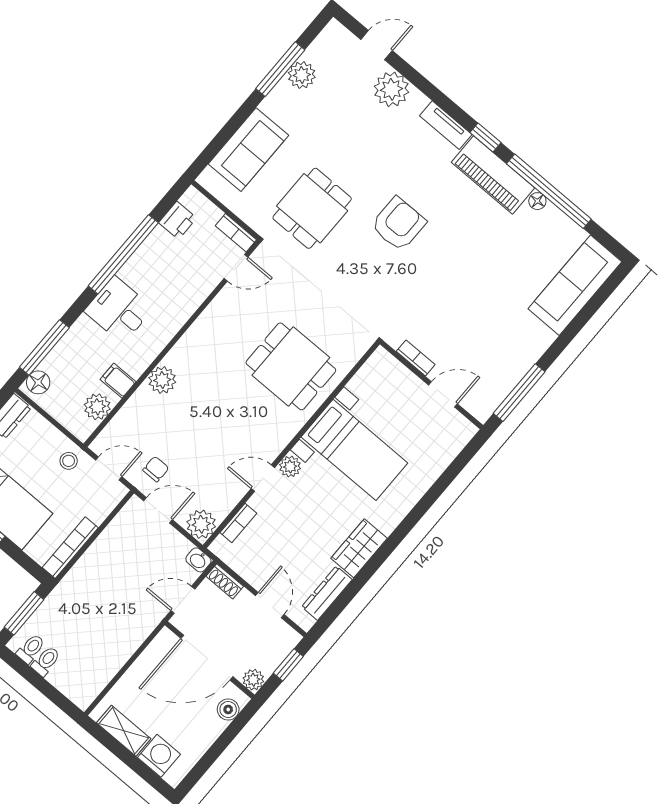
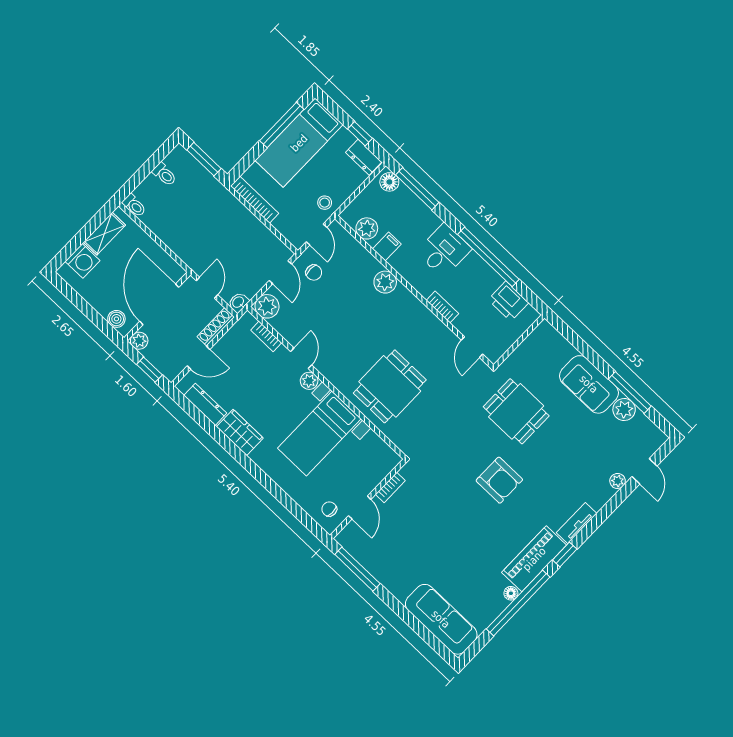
plant: (392, 89) -> (618, 481), width x0.53, depth x0.53
sofa: (248, 150) -> (589, 384), moved
printer: (178, 220) -> (508, 301), width x1.36, depth x1.24
bookcase: (236, 233) -> (442, 307), moved, turned 90
chair: (447, 432) -> (329, 509), added
shoe rack: (225, 581) -> (216, 327), width x1.43
toilet: (31, 649) -> (134, 206), moved

